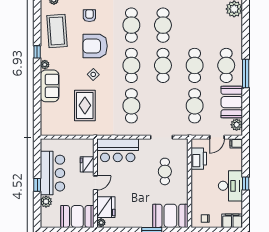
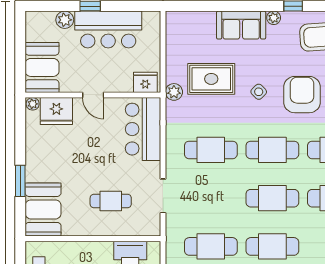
plant: (93, 130) -> (174, 92), added
fridge: (87, 164) -> (145, 82), moved

